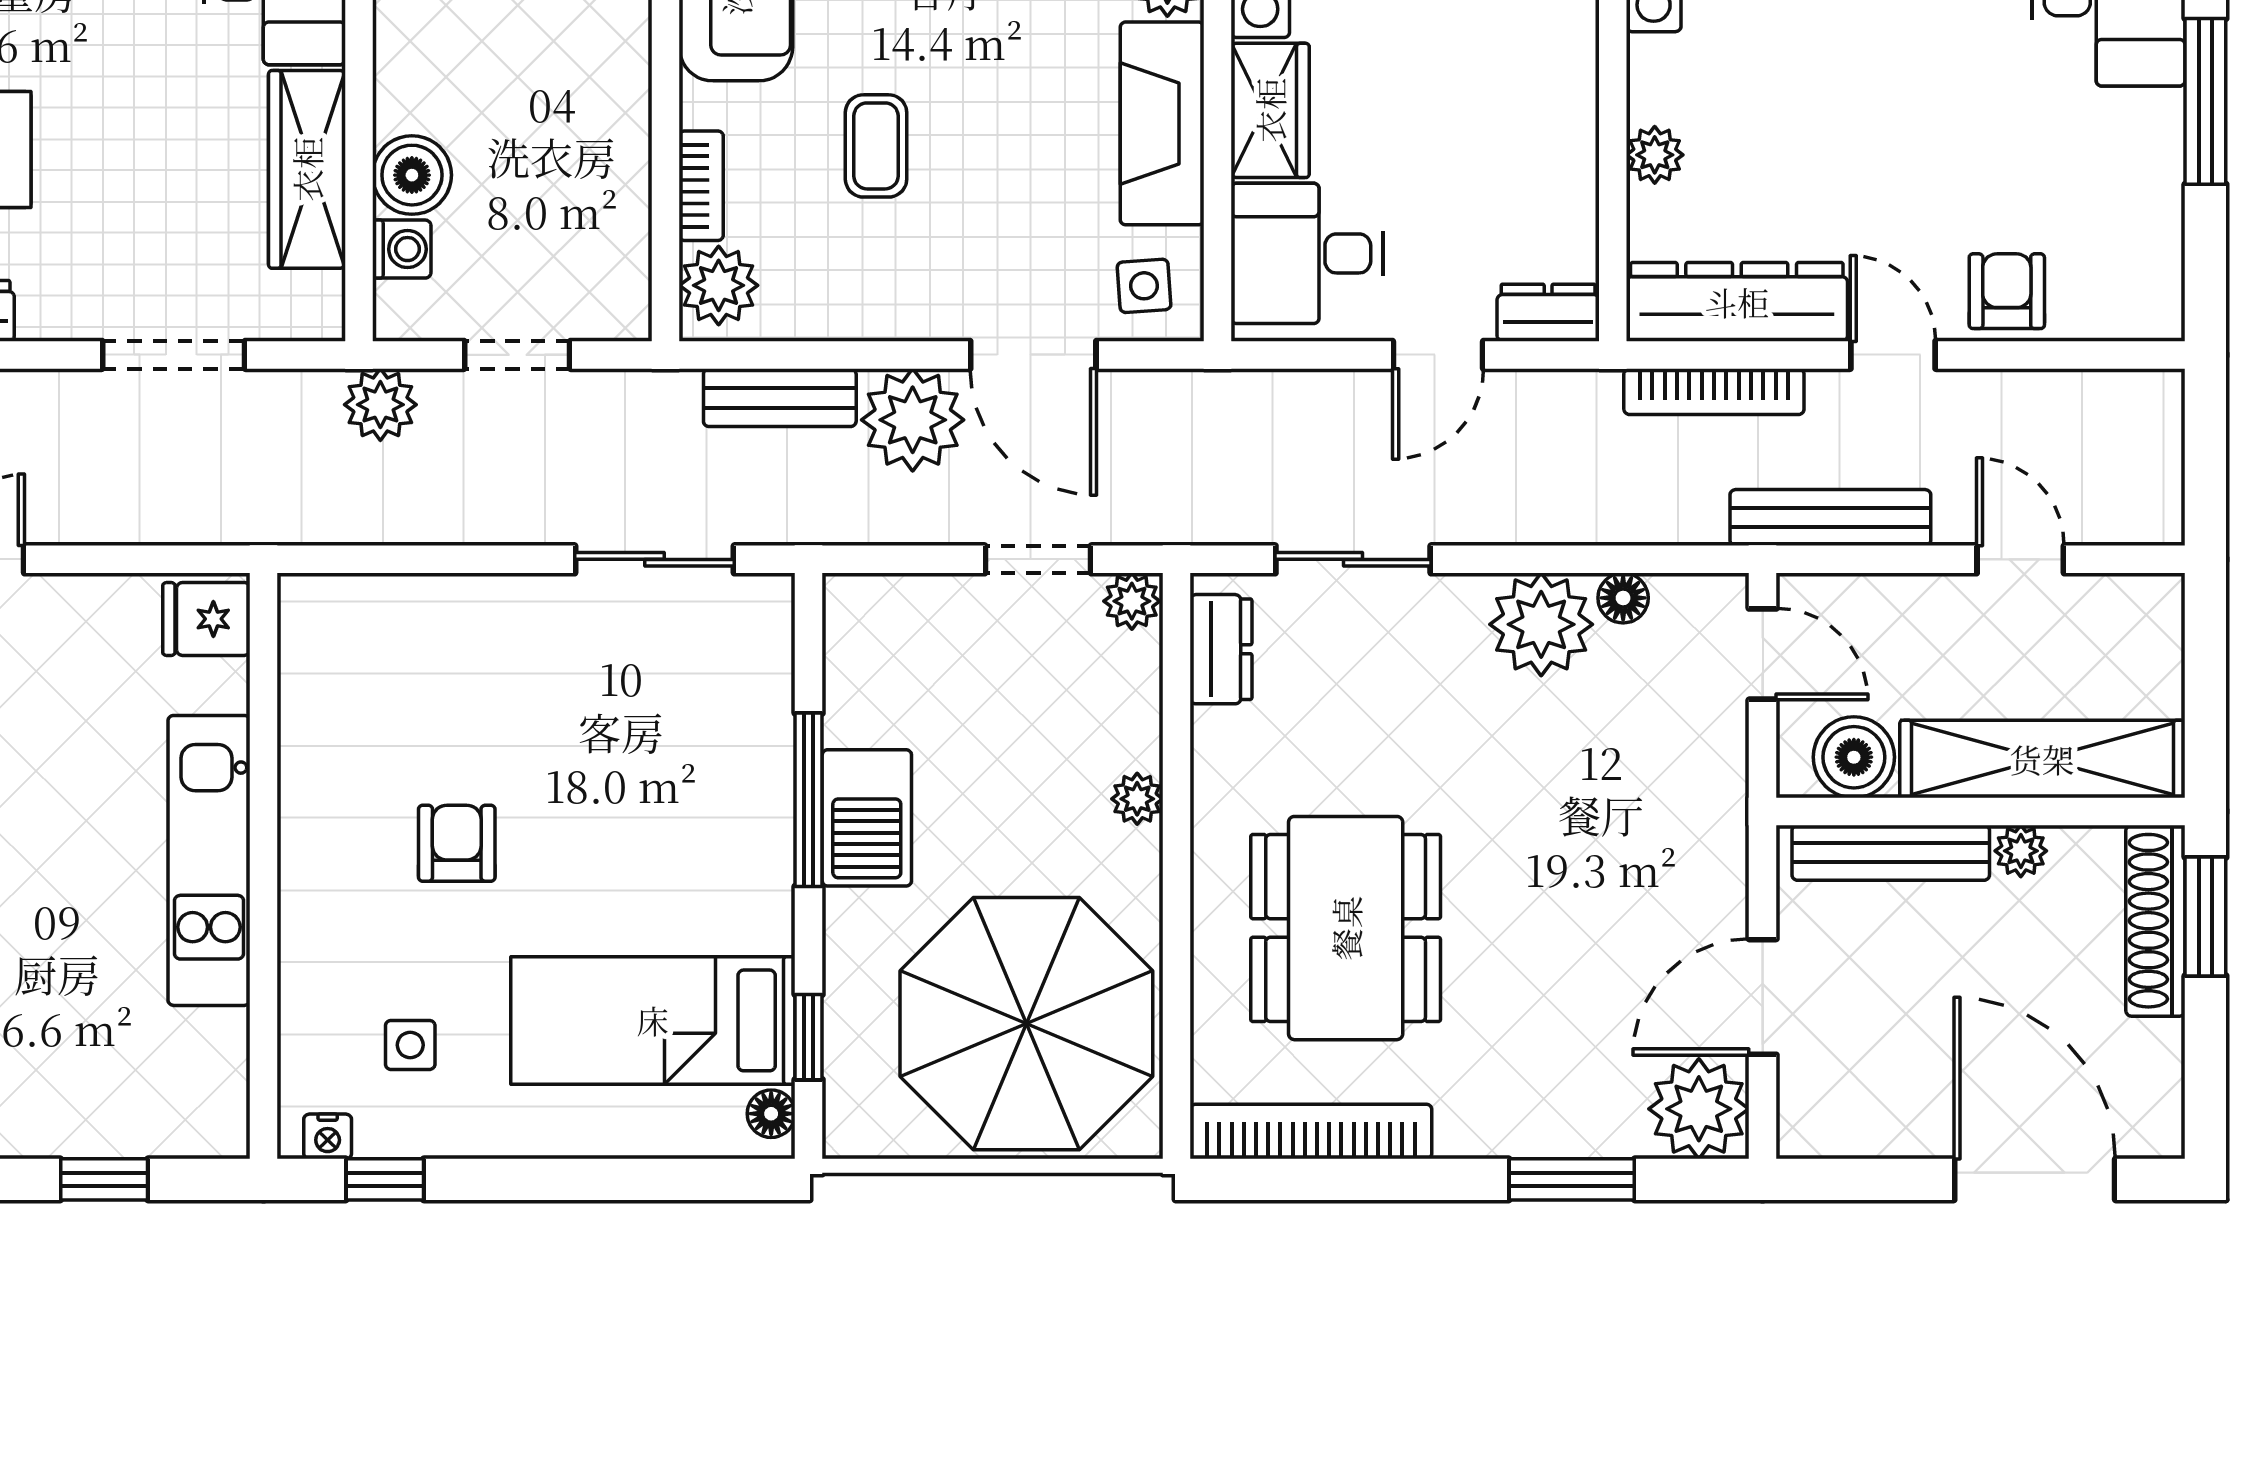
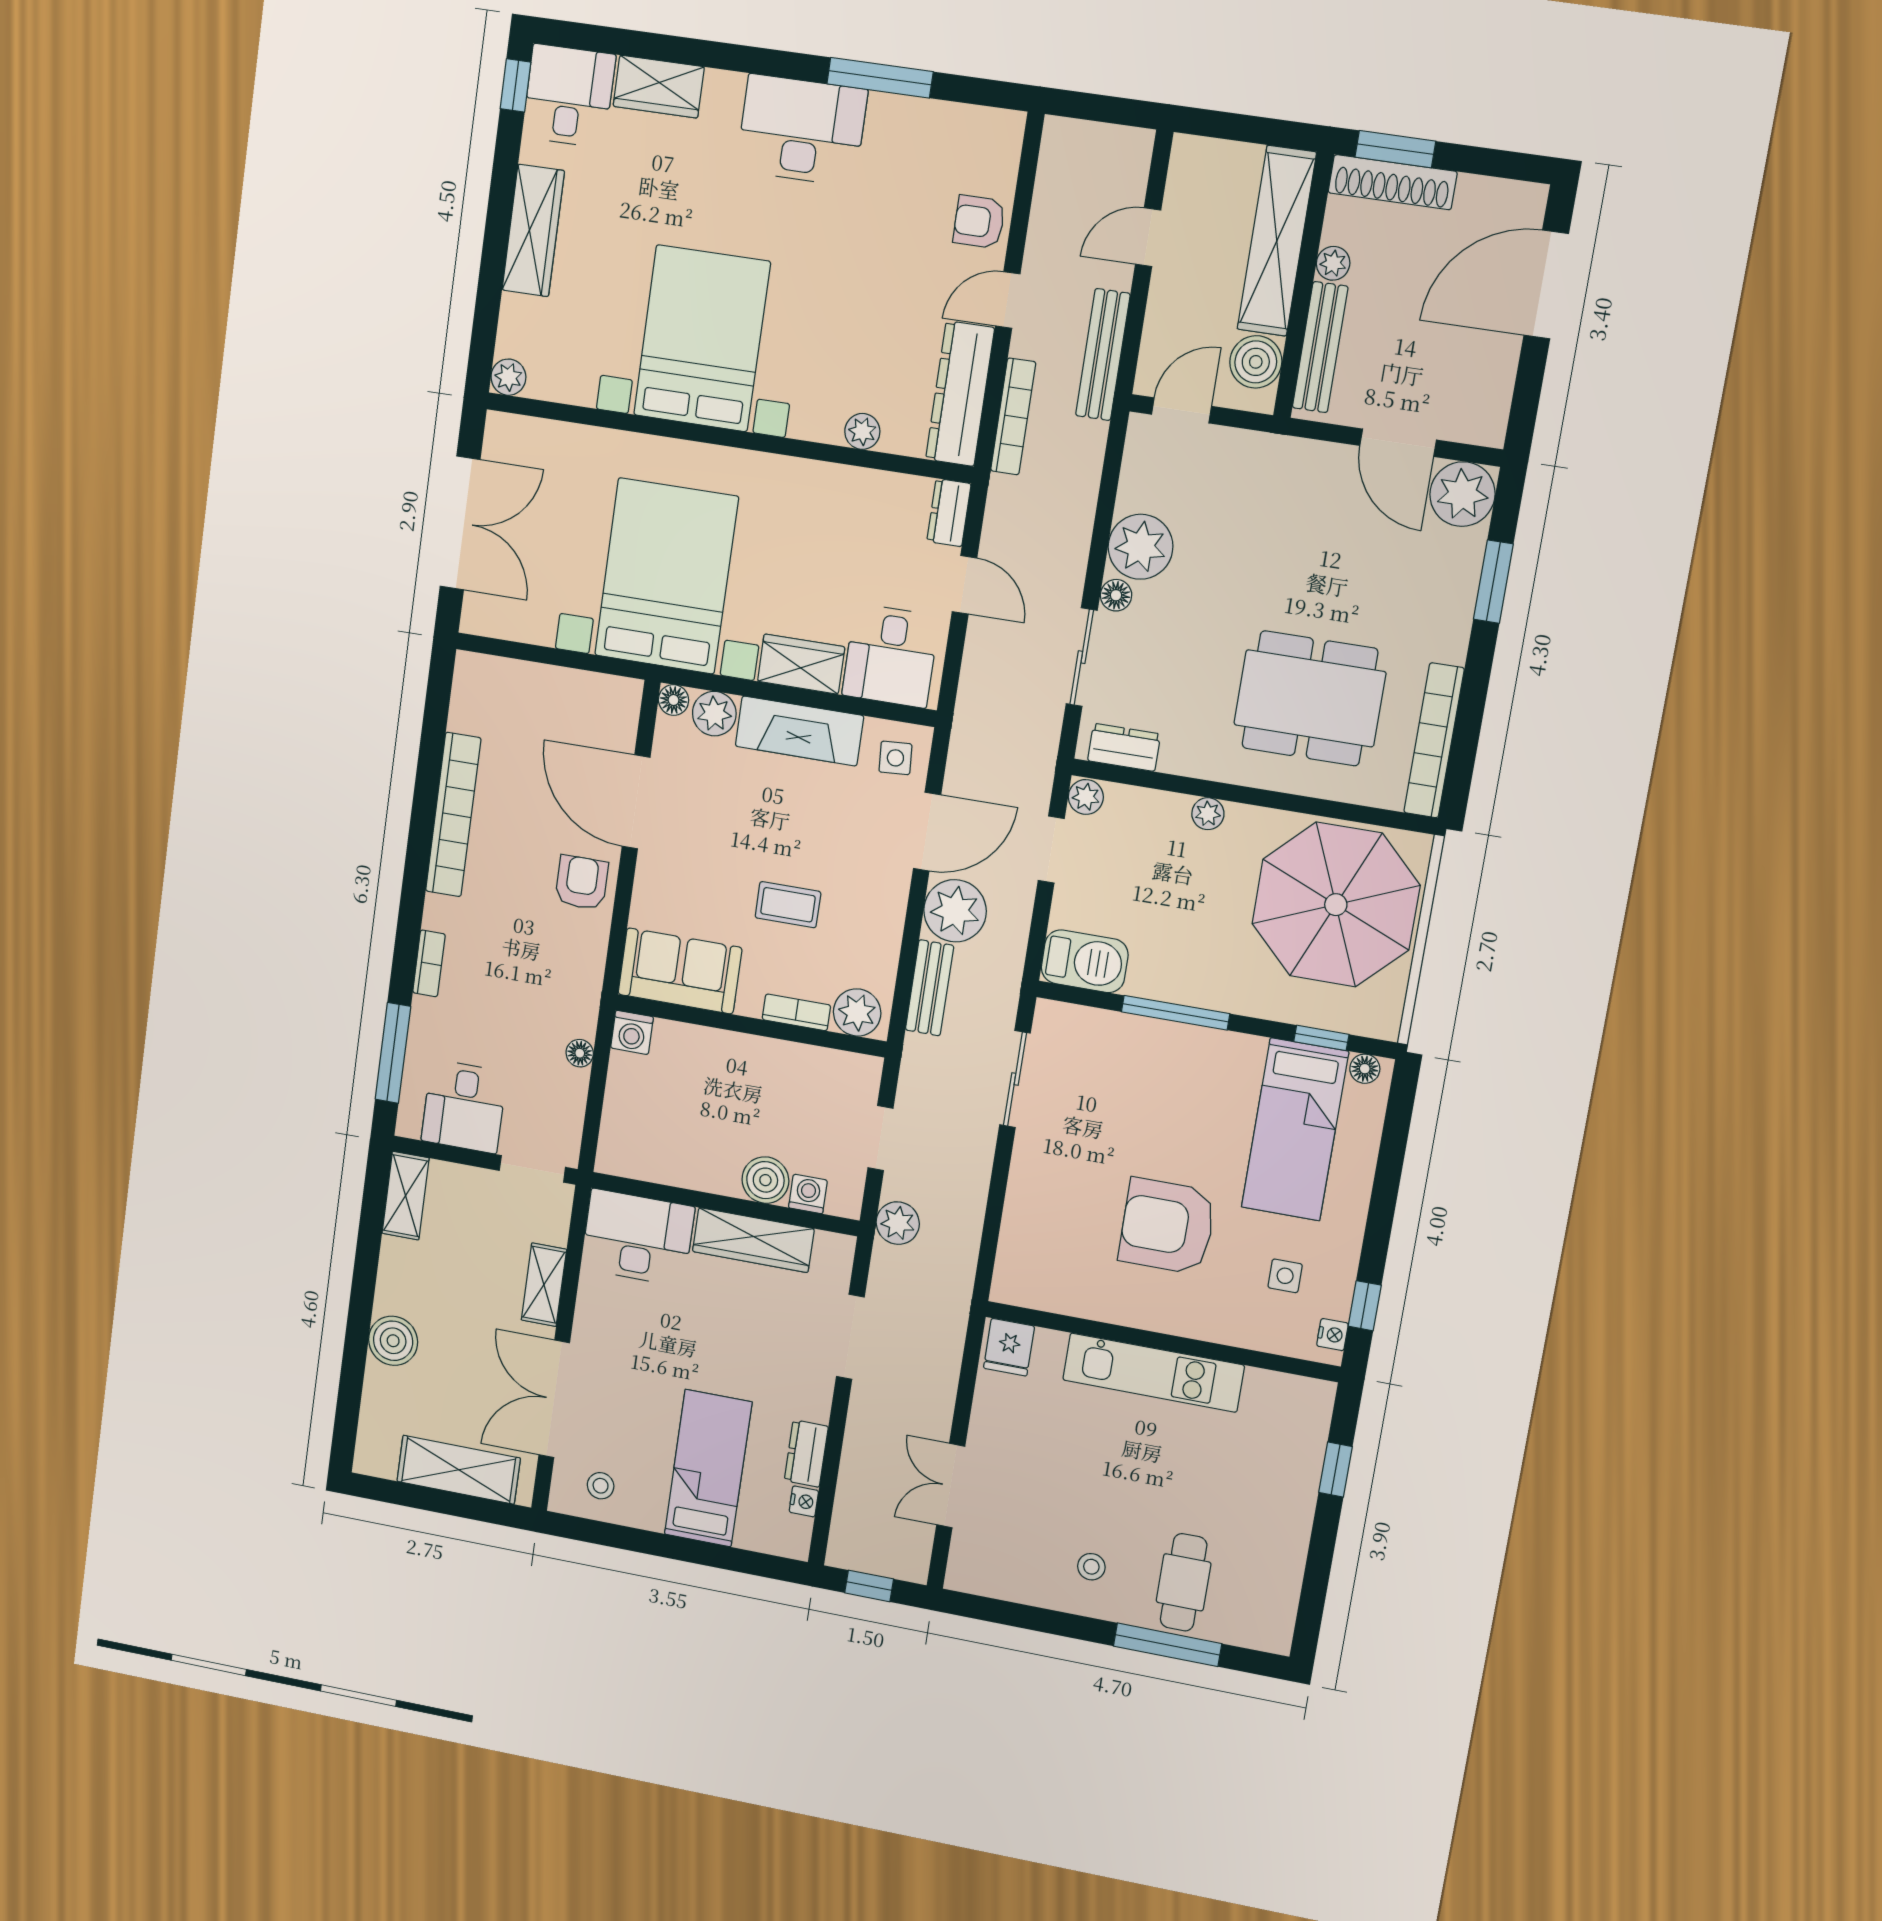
floor lamp: (1623, 598) -> (1116, 595), moved
barbecue: (867, 818) -> (1085, 961), moved
armchair: (457, 843) -> (1167, 1226), width x1.88, depth x1.88

